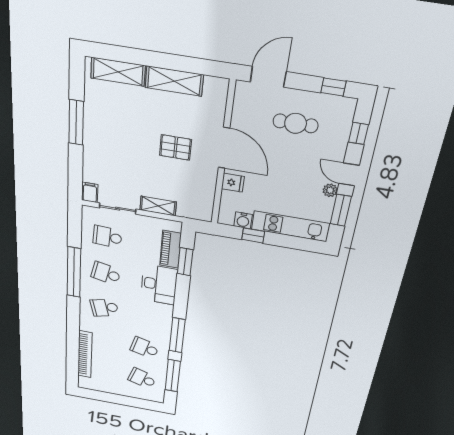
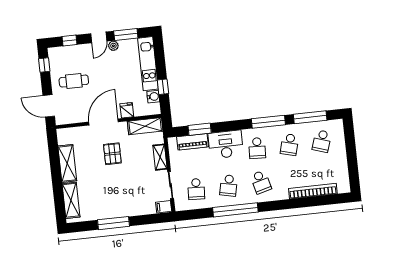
cafe table: (296, 123) -> (74, 81), turned 90
shelving: (205, 200) -> (145, 126), added
school desk: (147, 315) -> (257, 148), added

